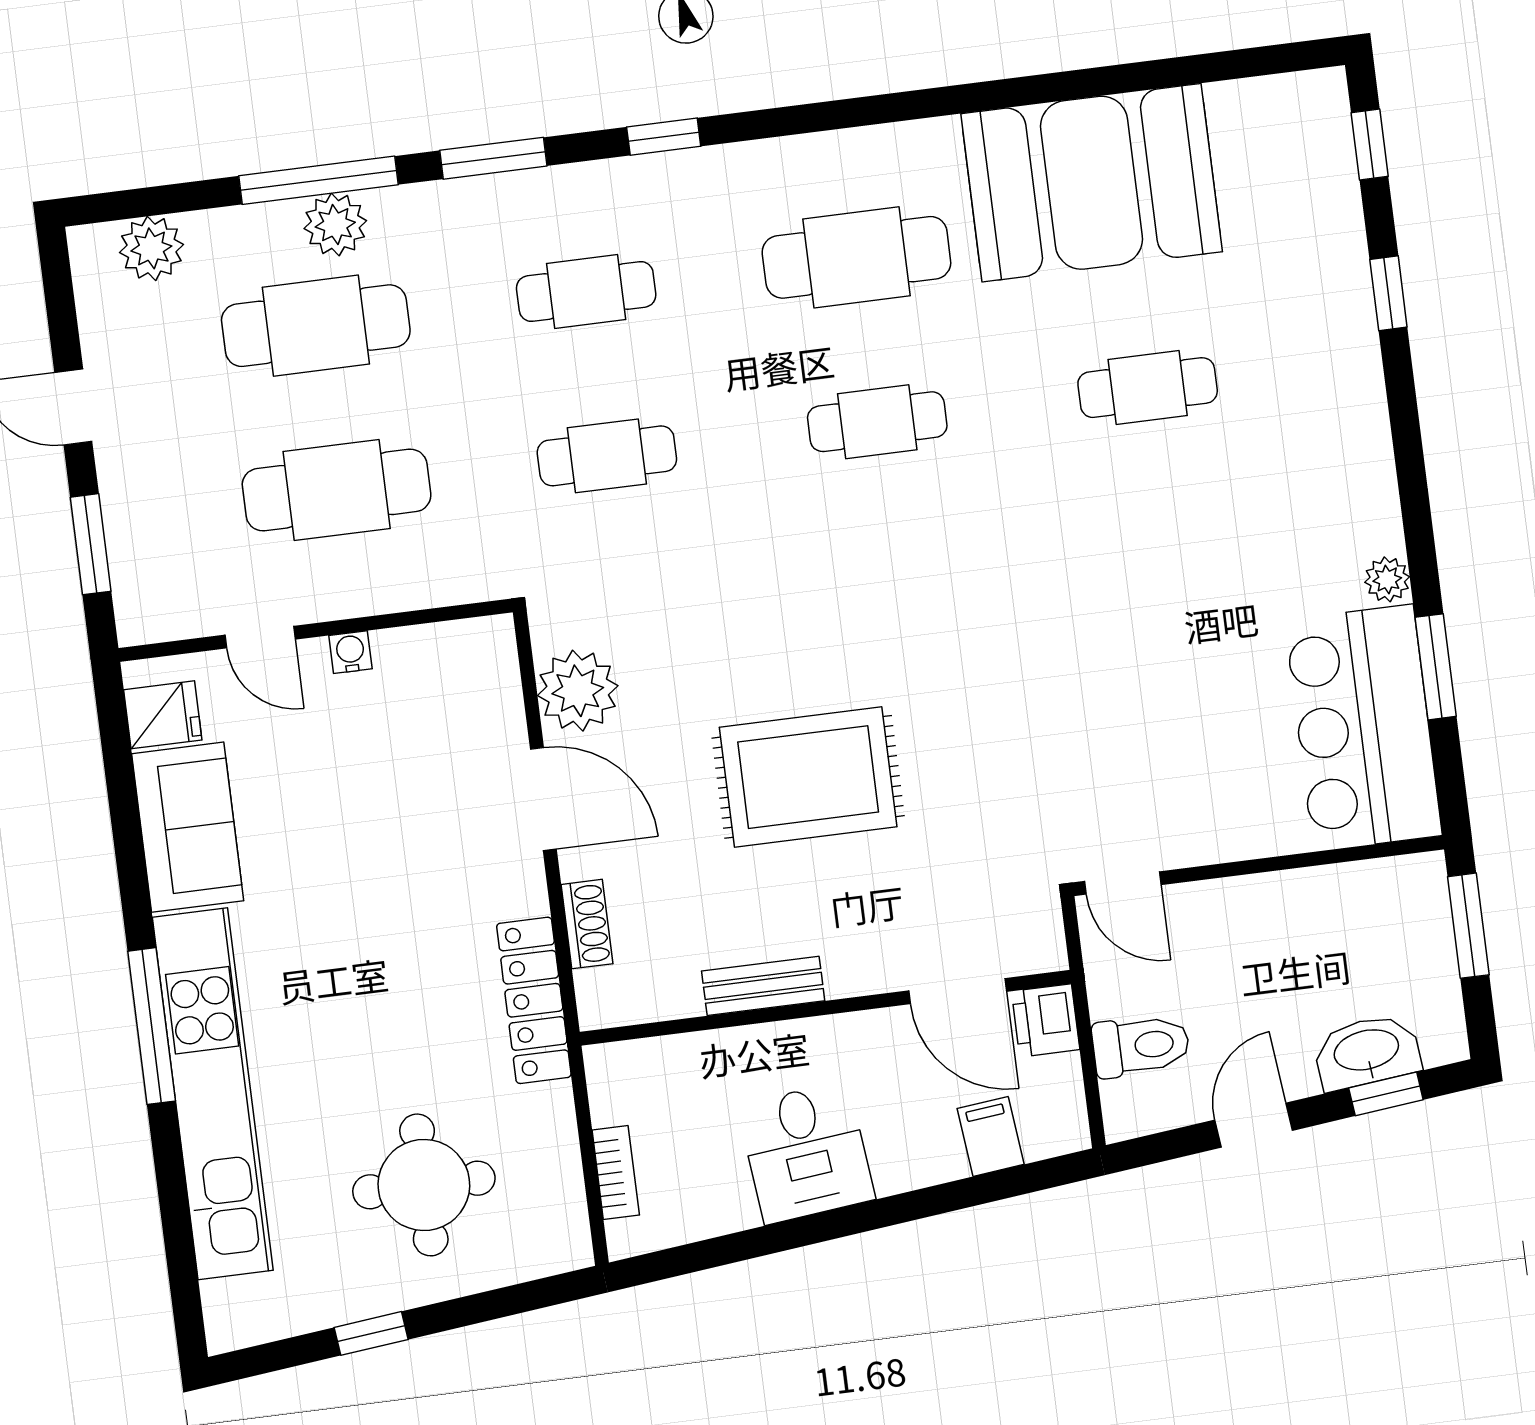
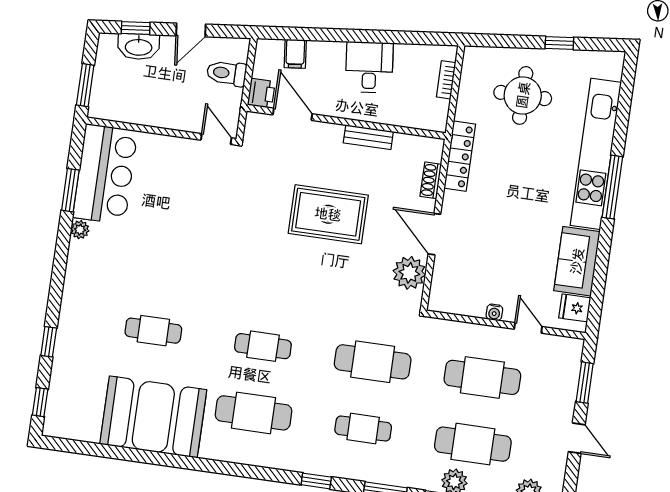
cafe table: (607, 456) -> (373, 362), width x1.37, depth x1.35

